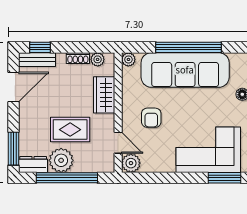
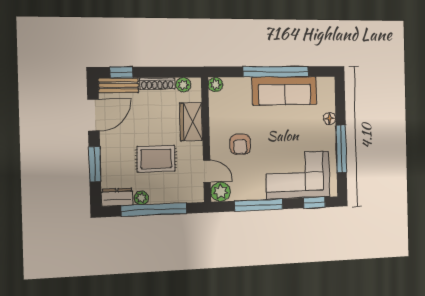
shoe rack: (78, 58) -> (157, 84), width x1.43
sofa: (185, 70) -> (285, 91), width x0.74, depth x0.79
window: (13, 149) -> (95, 164), moved
plant: (61, 160) -> (141, 198), width x0.53, depth x0.53
window: (168, 178) -> (259, 205), added
window: (225, 178) -> (314, 203), width x0.67

